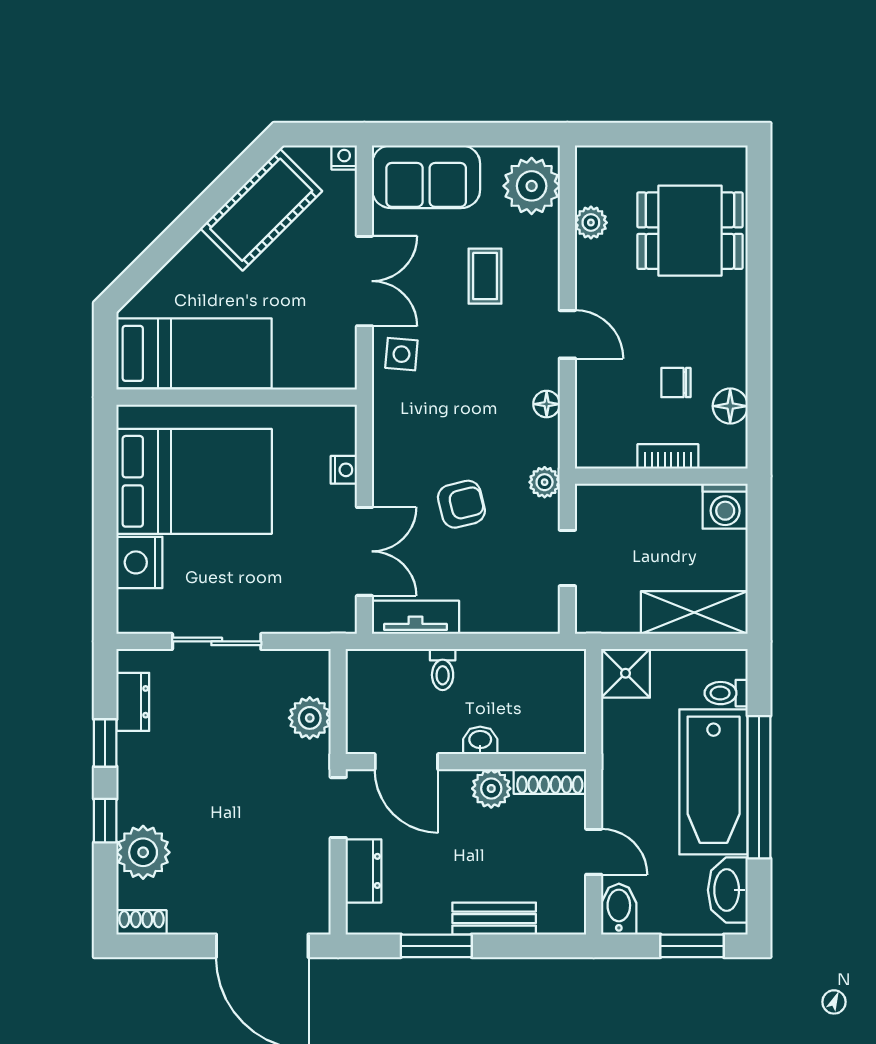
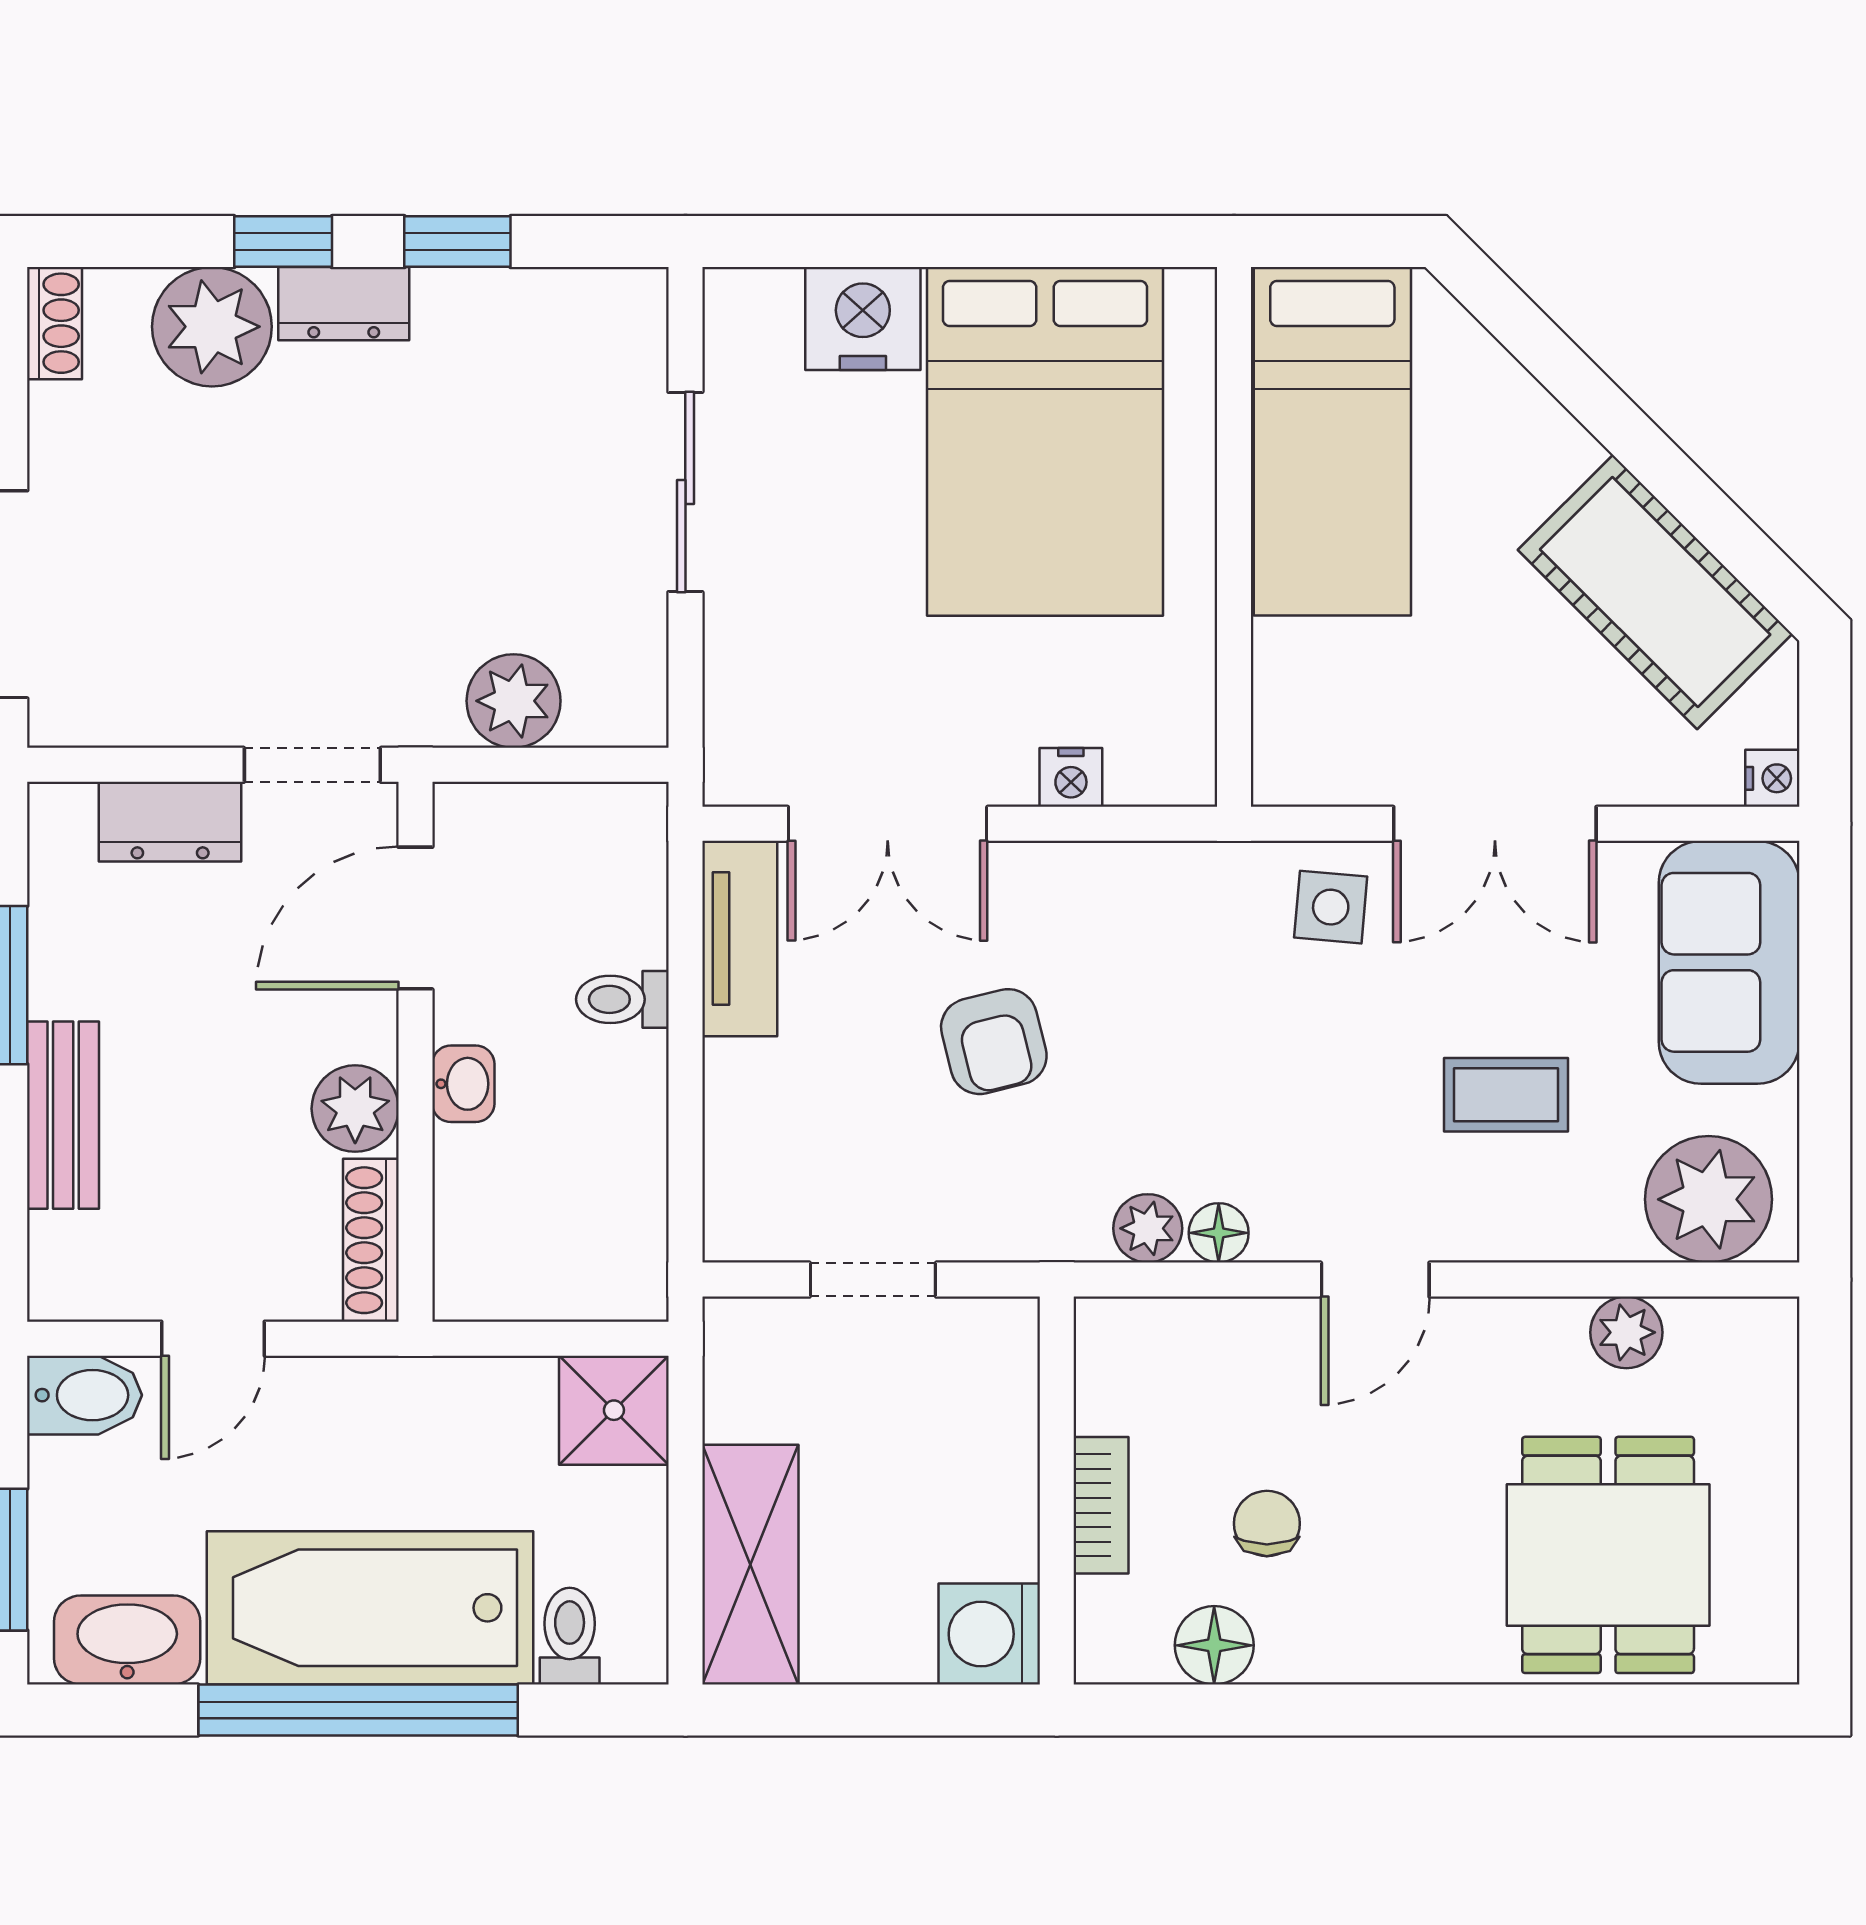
plant: (545, 482) -> (1148, 1228), moved
dresser: (133, 702) -> (344, 304), moved

